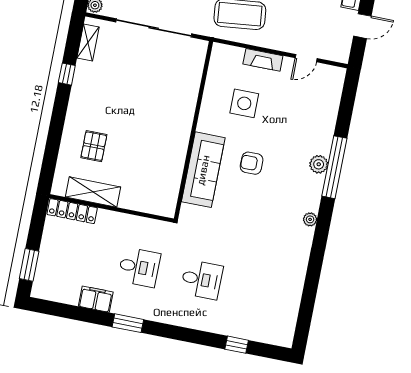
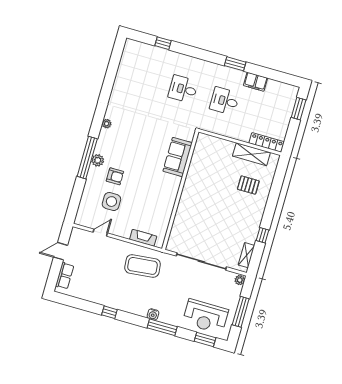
fireplace: (263, 60) -> (143, 238), moved
side table: (244, 103) -> (111, 202), moved
pallet: (94, 146) -> (248, 185), turned 90
armchair: (252, 163) -> (115, 176), moved
sofa: (203, 170) -> (178, 157), width x0.73

